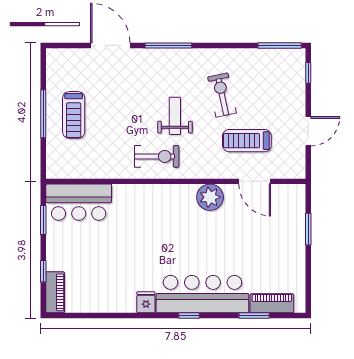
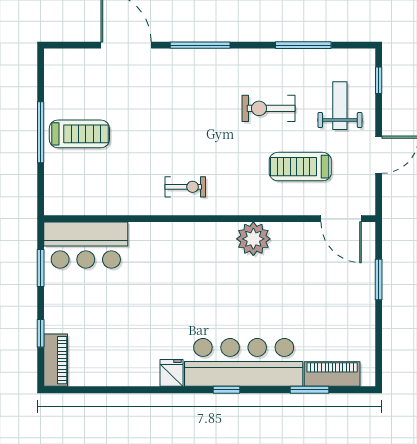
window: (280, 45) -> (303, 45), moved
exercise bike: (222, 95) -> (268, 108), turned -78
treadmill: (74, 115) -> (79, 134), turned -90
weight bench: (175, 116) -> (340, 106), moved
exercise bike: (157, 156) -> (185, 187), width x0.73, depth x0.72
door: (255, 181) -> (341, 219), moved

